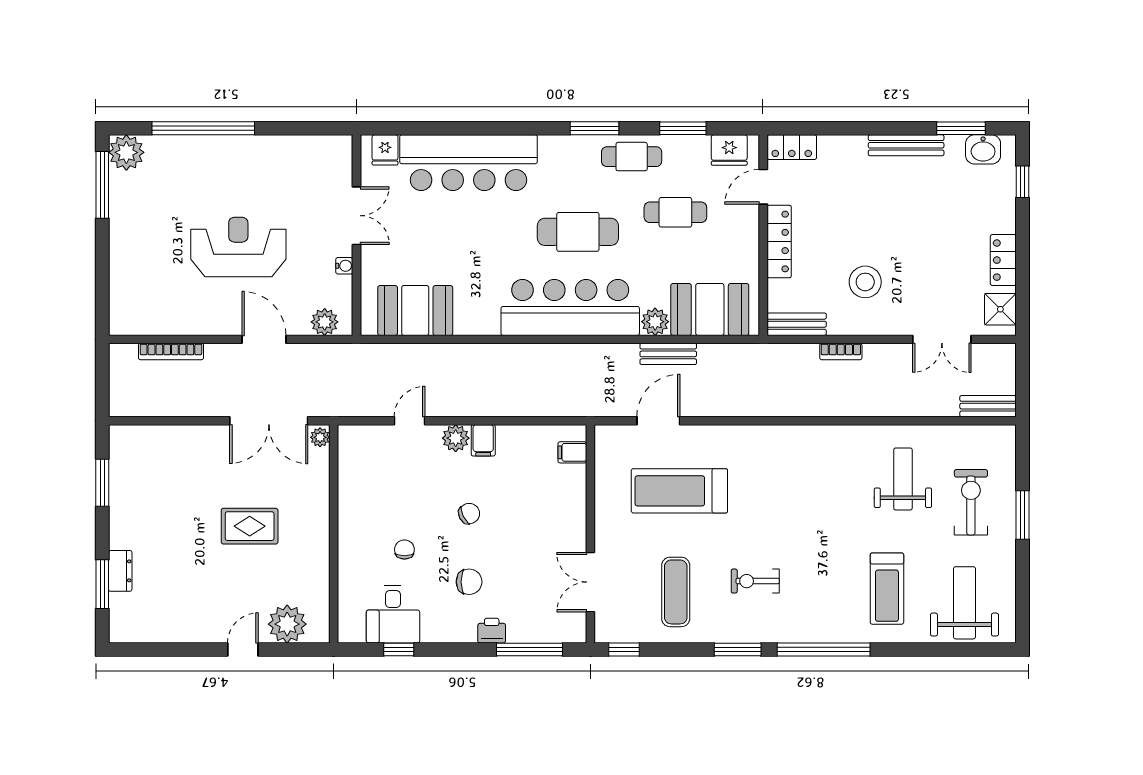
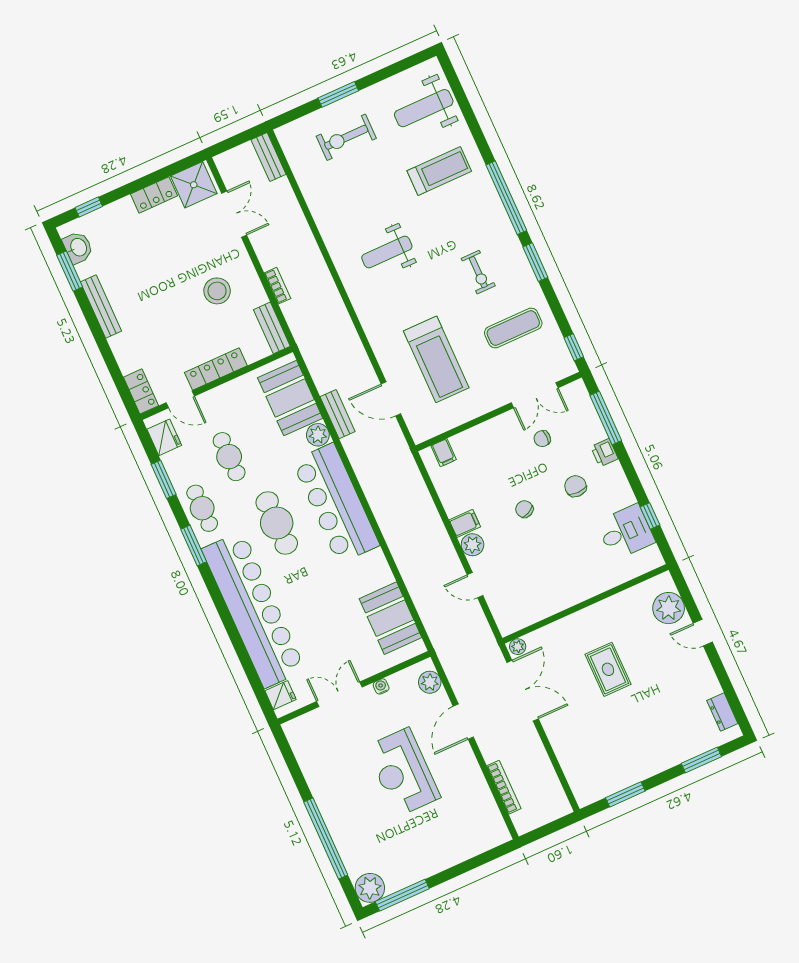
bar counter: (469, 163) -> (253, 610), width x1.36
shower: (1000, 309) -> (194, 185), width x1.36, depth x1.36
weight bench: (903, 479) -> (387, 252), moved
chair: (404, 550) -> (542, 439), moved
dresser: (120, 571) -> (722, 712), moved, turned -90

